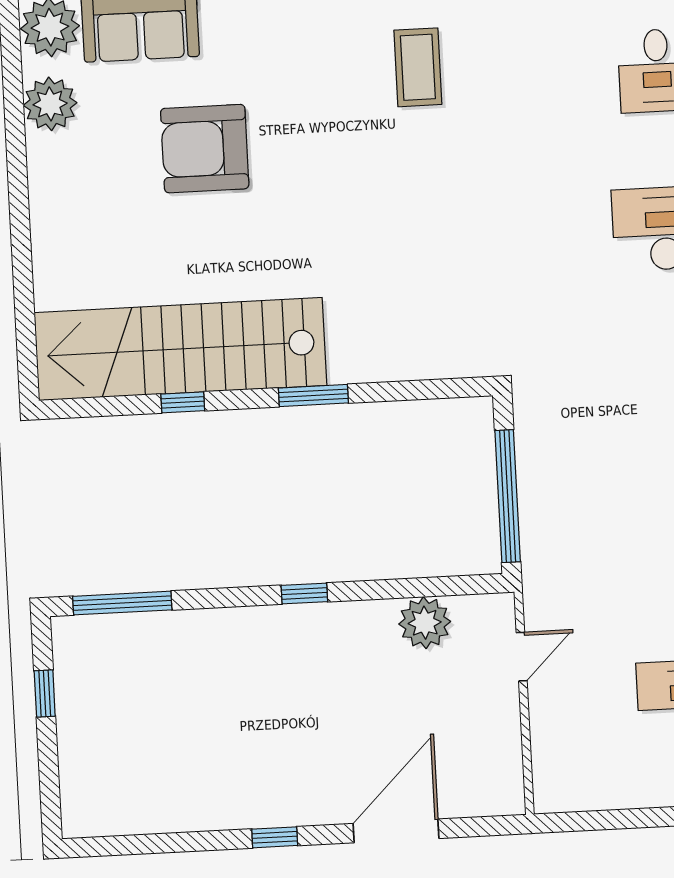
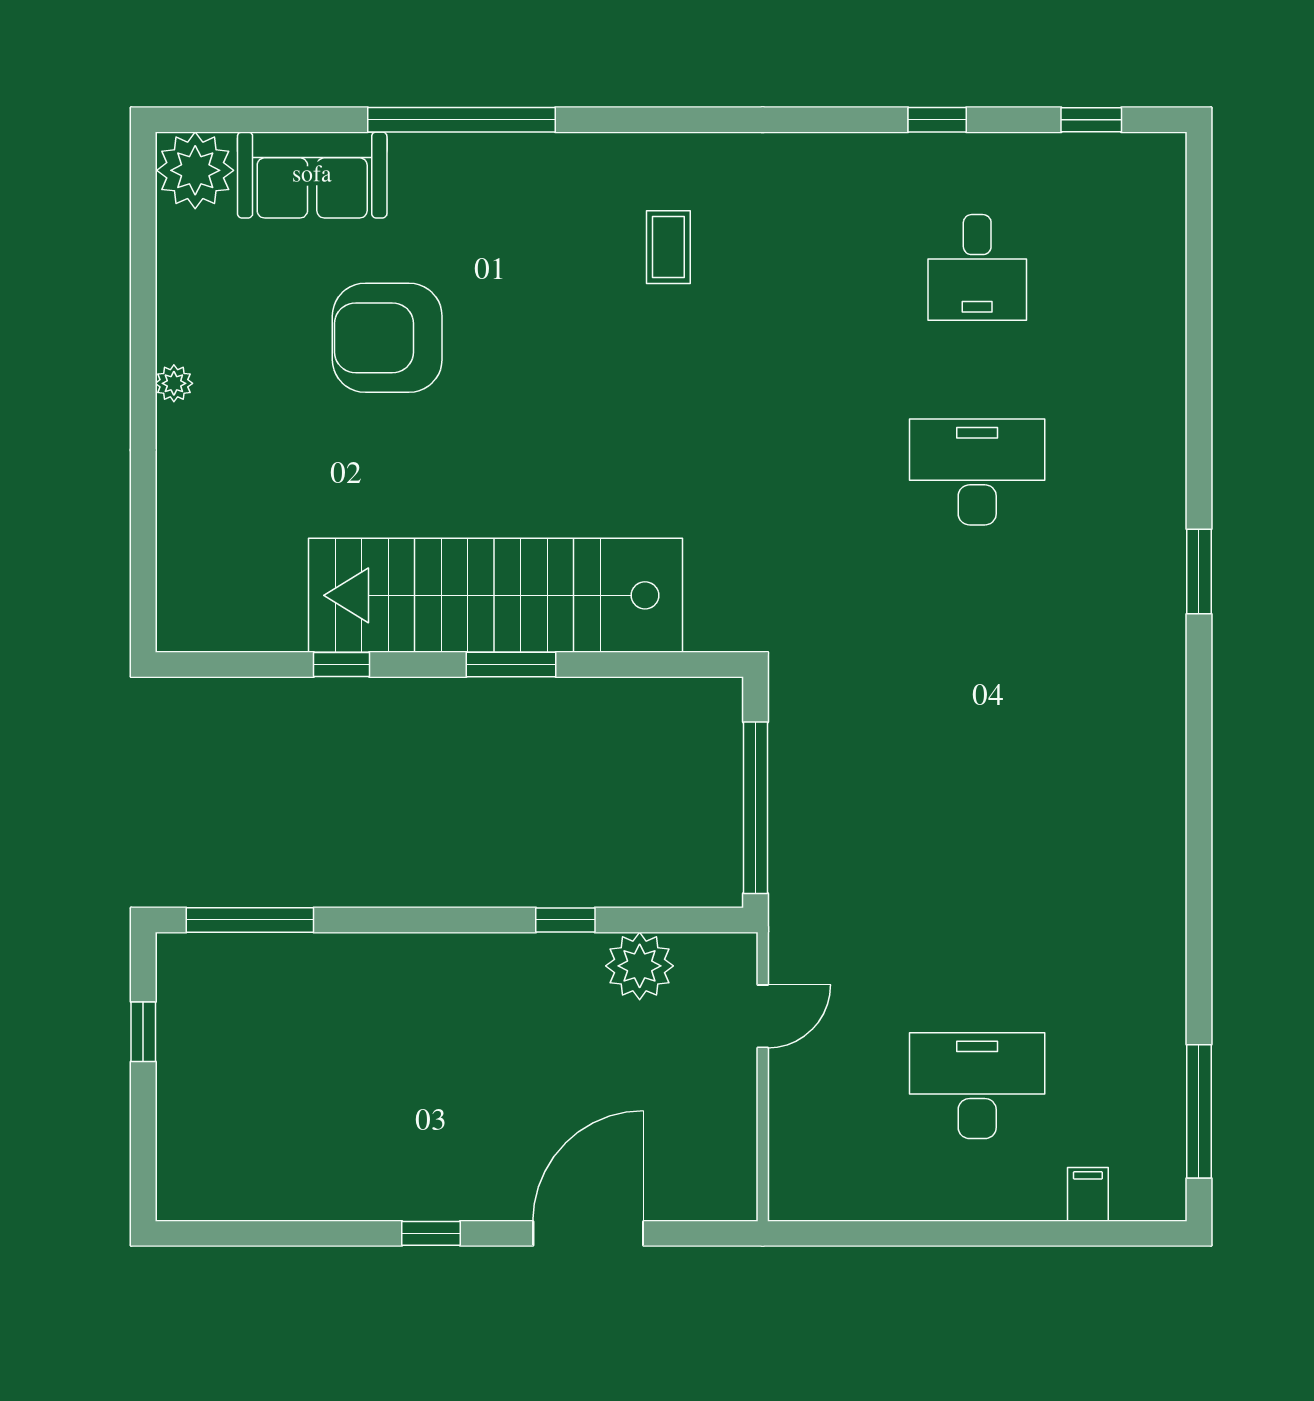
coffee table: (418, 67) -> (668, 247), width x0.73, depth x0.77
plant: (50, 104) -> (174, 383), moved, width x0.53, depth x0.53
stairs: (180, 349) -> (495, 595), moved
window: (304, 593) -> (565, 920), moved

